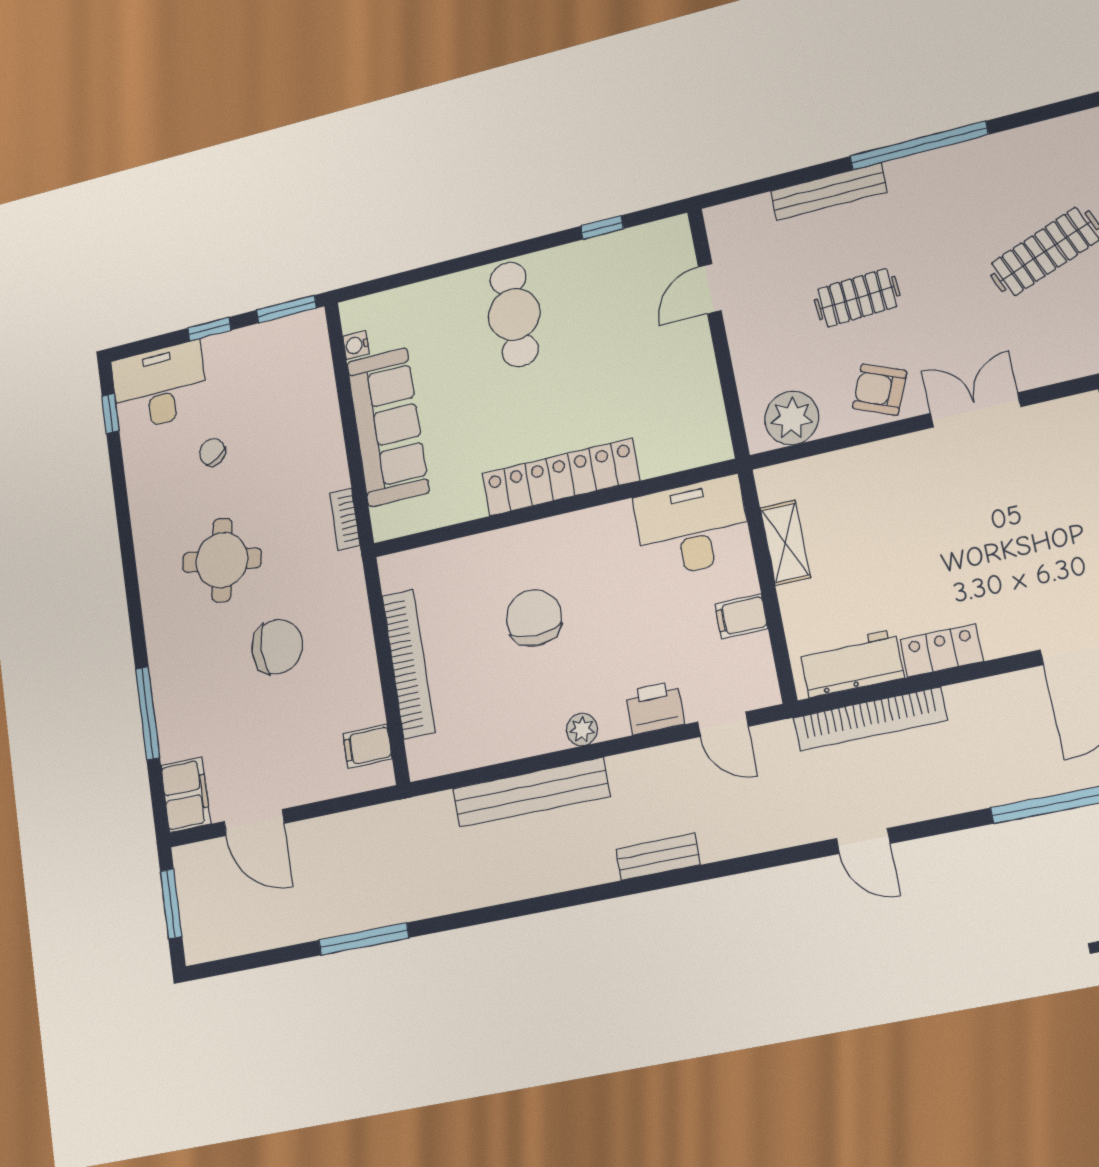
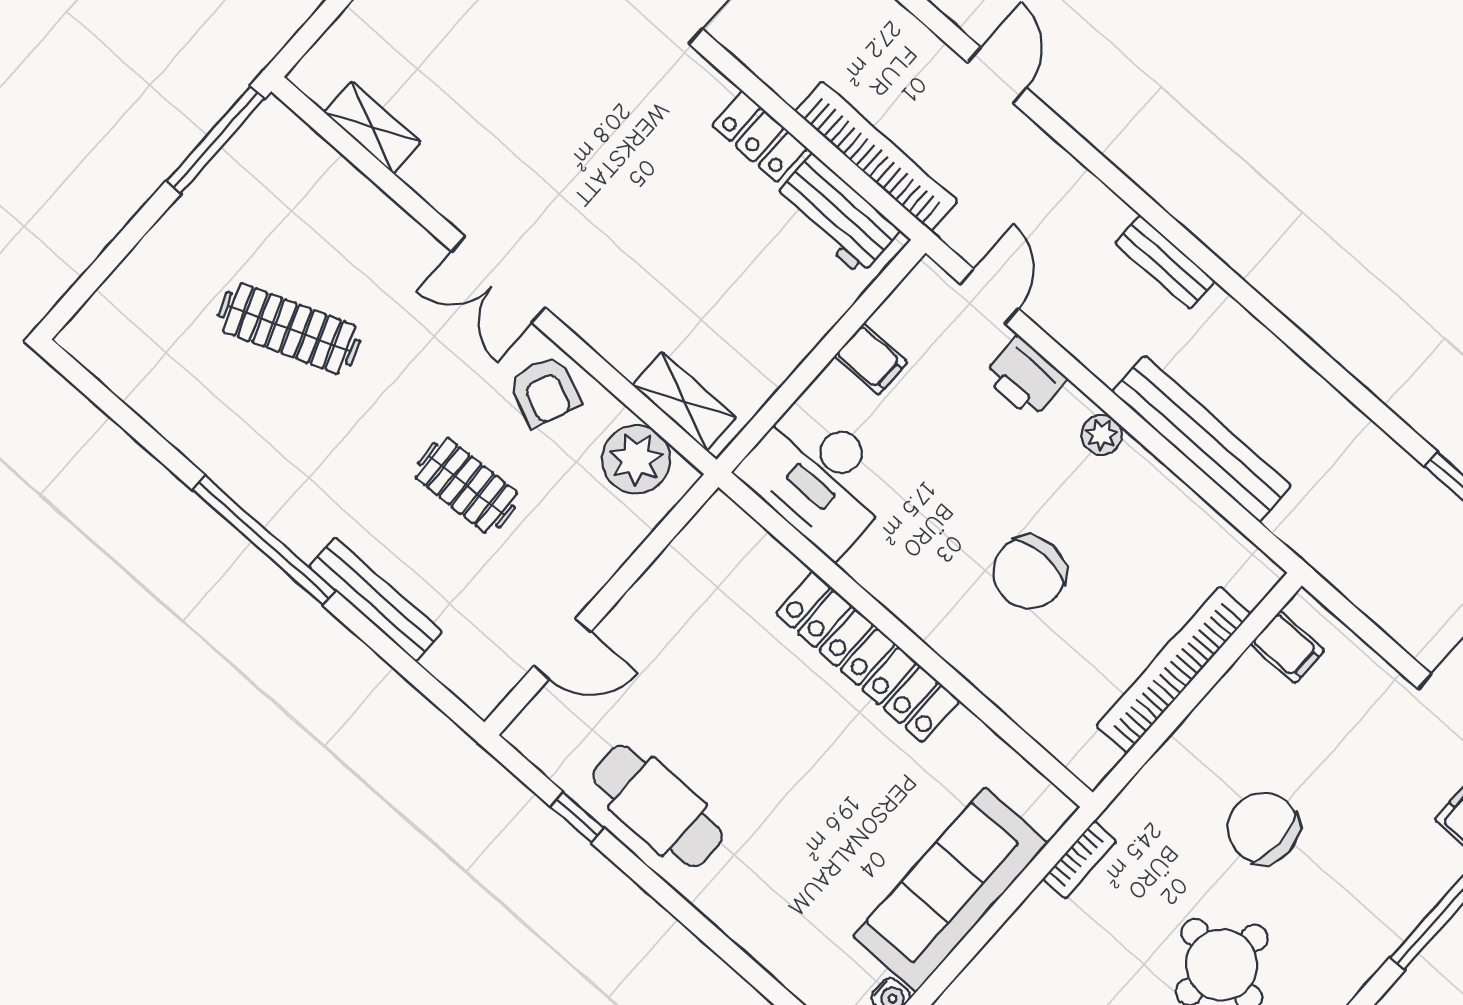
cafe table: (514, 314) -> (658, 806), moved, turned 90
shelving: (785, 543) -> (684, 401), moved, turned 90

